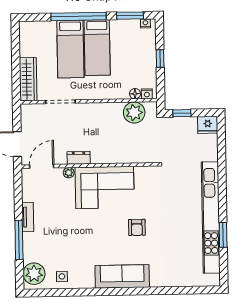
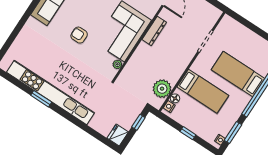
bed: (97, 48) -> (203, 91), moved, turned 180
wardrobe: (28, 79) -> (237, 29), removed
dresser: (79, 158) -> (154, 31), width x1.44
plant: (69, 173) -> (117, 64), moved
window: (223, 235) -> (41, 99), moved

